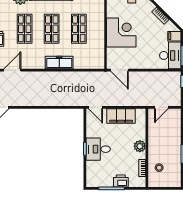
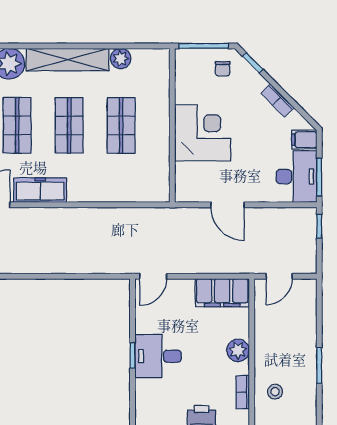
freezer: (59, 63) -> (40, 190), moved
door: (120, 70) -> (228, 205), moved
door: (96, 107) -> (153, 276), hinge flipped
filing cabinet: (121, 116) -> (222, 293), moved

